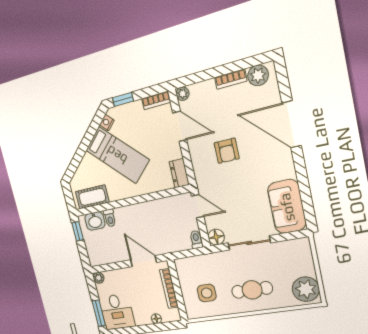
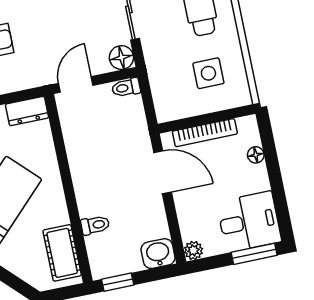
washbasin: (95, 221) -> (158, 254), moved, turned -90
door: (144, 261) -> (163, 172), swing flipped

